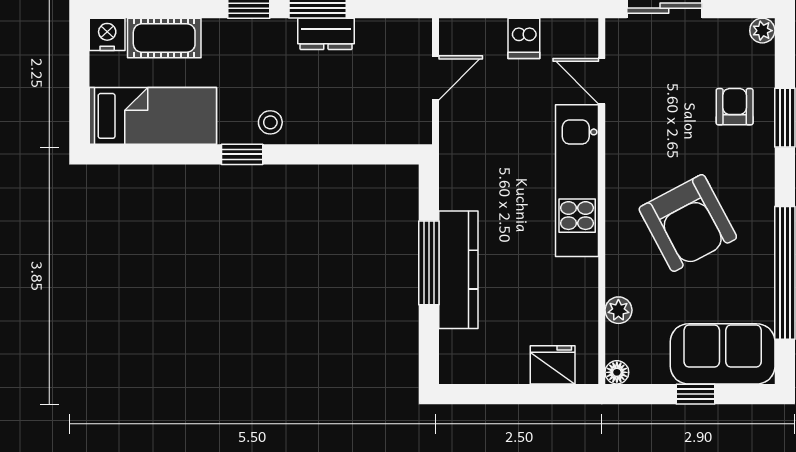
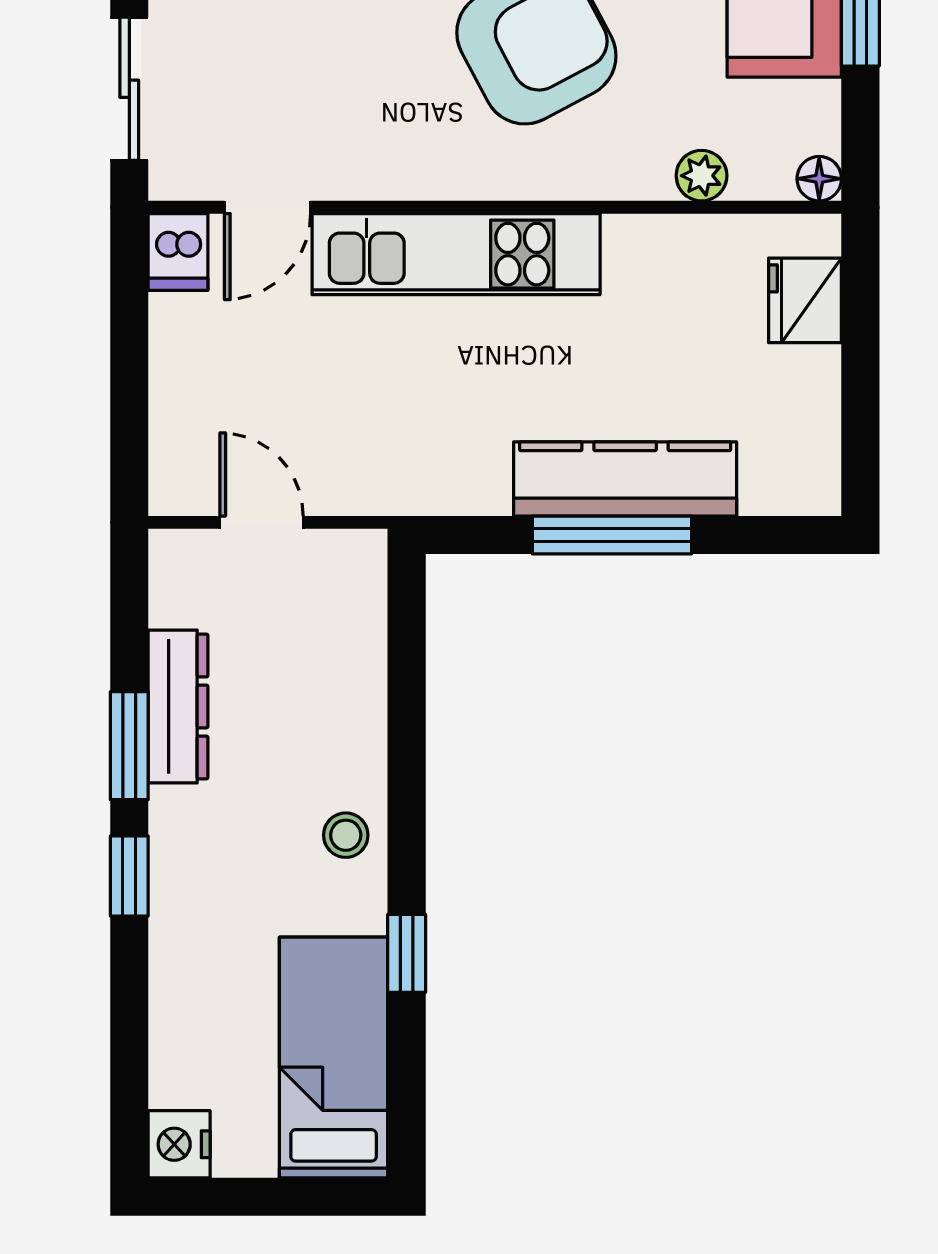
dresser: (326, 34) -> (178, 706), width x1.44
cot: (164, 38) -> (186, 1036), removed
dishwasher: (524, 38) -> (178, 252), moved, turned 90
window: (242, 154) -> (407, 953), moved

